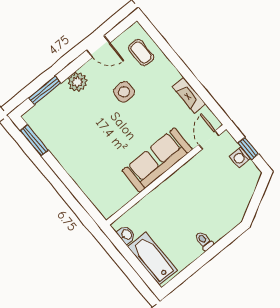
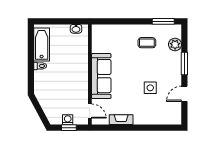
coffee table: (141, 52) -> (147, 43), moved
plant: (77, 82) -> (175, 44), moved
window: (45, 90) -> (184, 64), moved
bathtub: (152, 258) -> (42, 44), moved, turned -90

